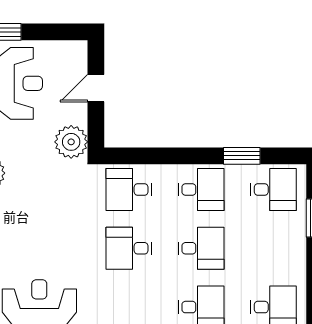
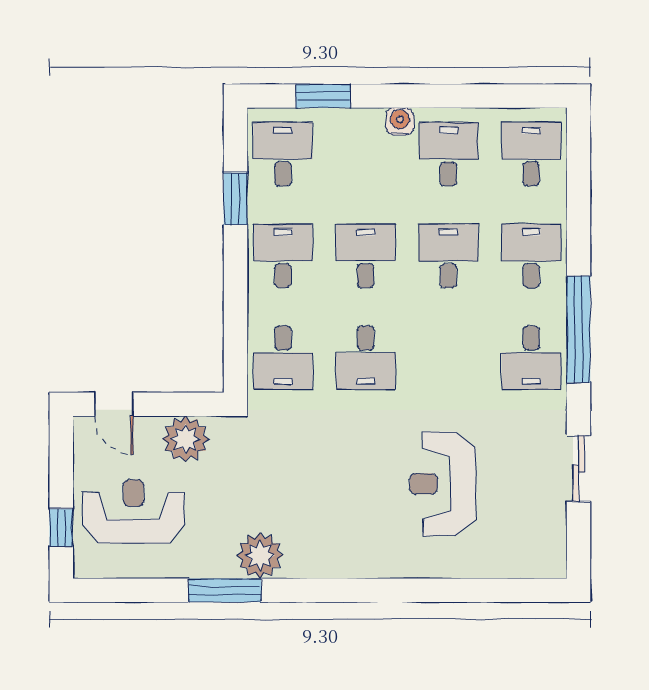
door: (96, 88) -> (114, 404), moved
plant: (71, 142) -> (185, 439), moved
water cooler: (297, 273) -> (400, 122), added

